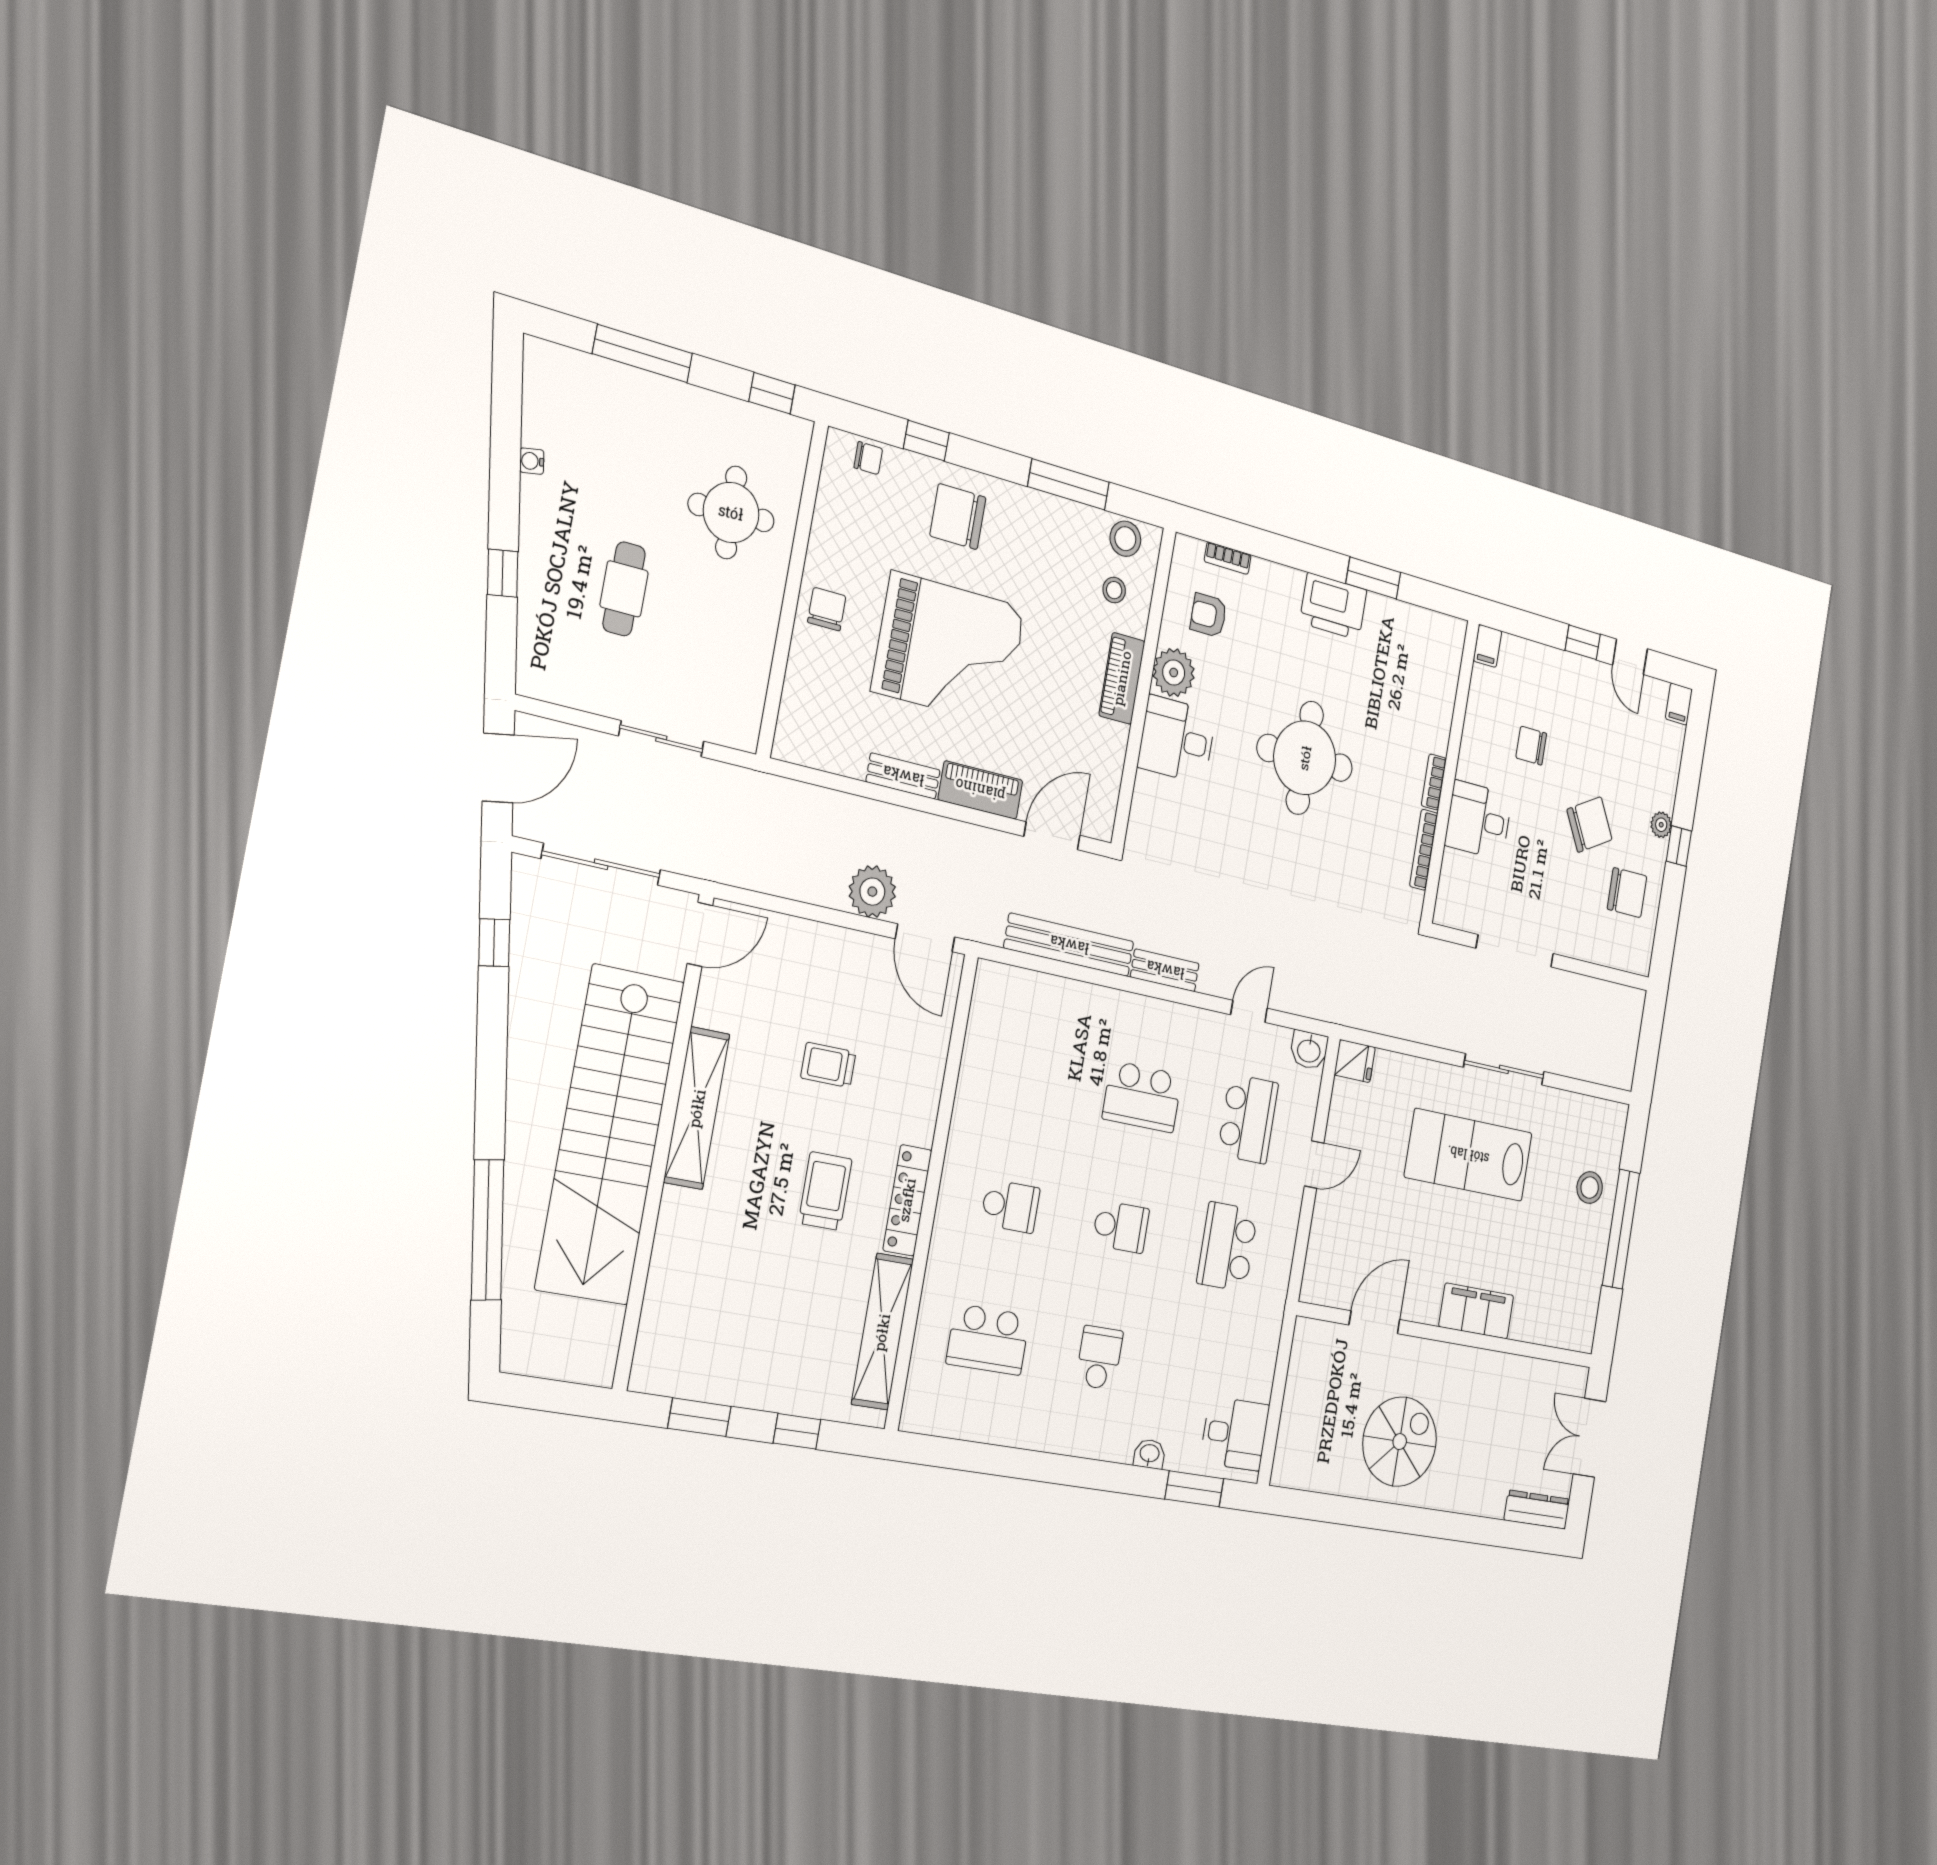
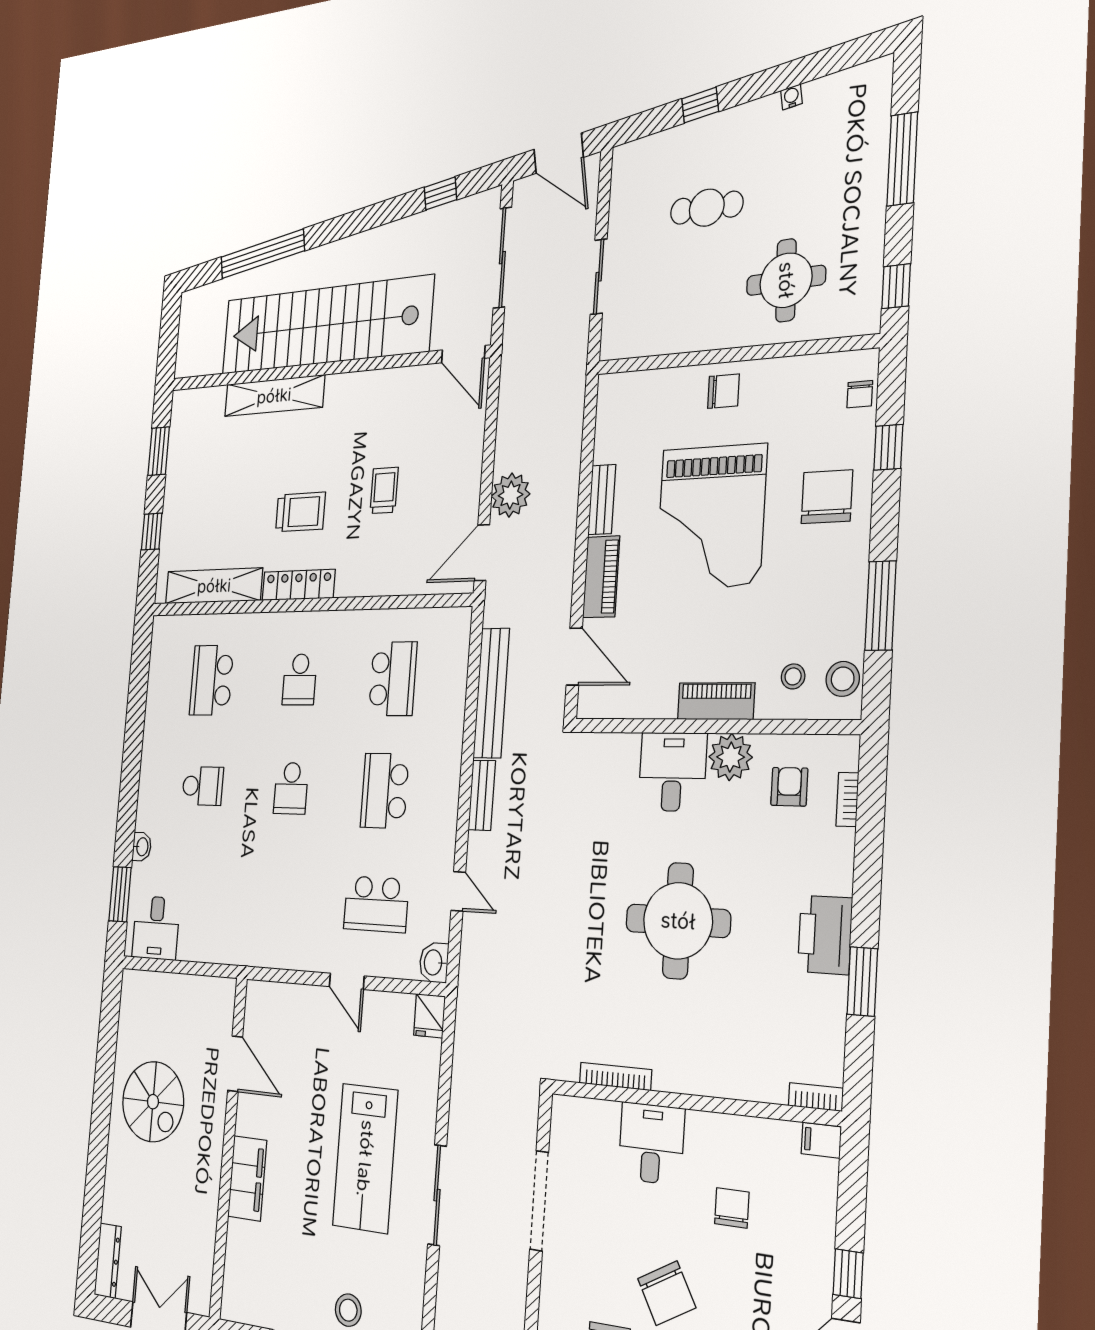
bookcase: (1434, 782) -> (816, 1097), moved
shelving: (697, 1108) -> (274, 396), moved
lab bench: (1468, 1155) -> (365, 1158), turned 180
school desk: (1227, 1247) -> (393, 679), moved, turned 90

